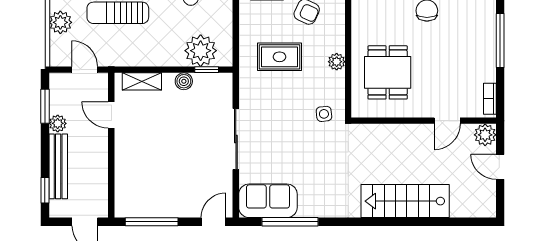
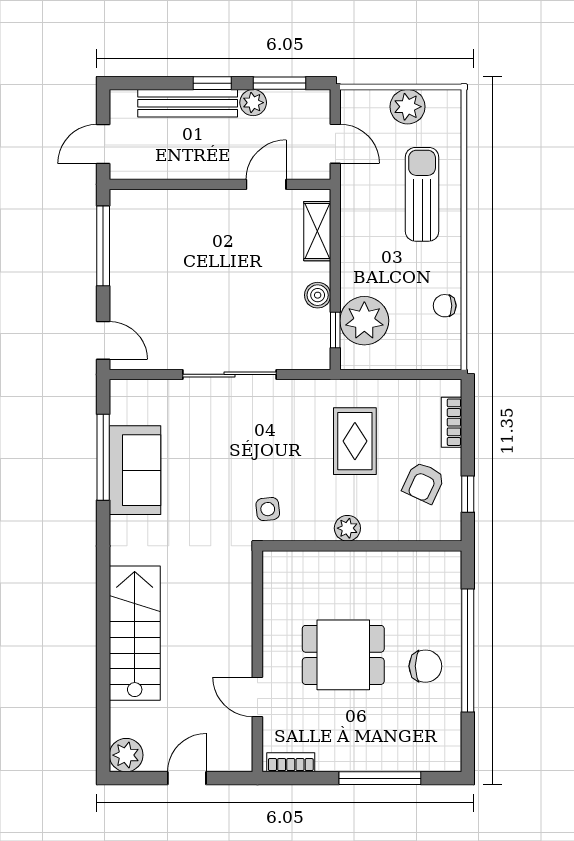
door: (85, 70) -> (335, 144), hinge flipped
dining table: (388, 72) -> (343, 655), moved
plant: (485, 135) -> (126, 755), moved
window: (45, 190) -> (212, 83), moved
sofa: (268, 201) -> (135, 470), moved

